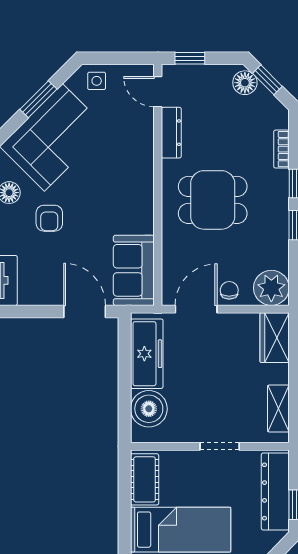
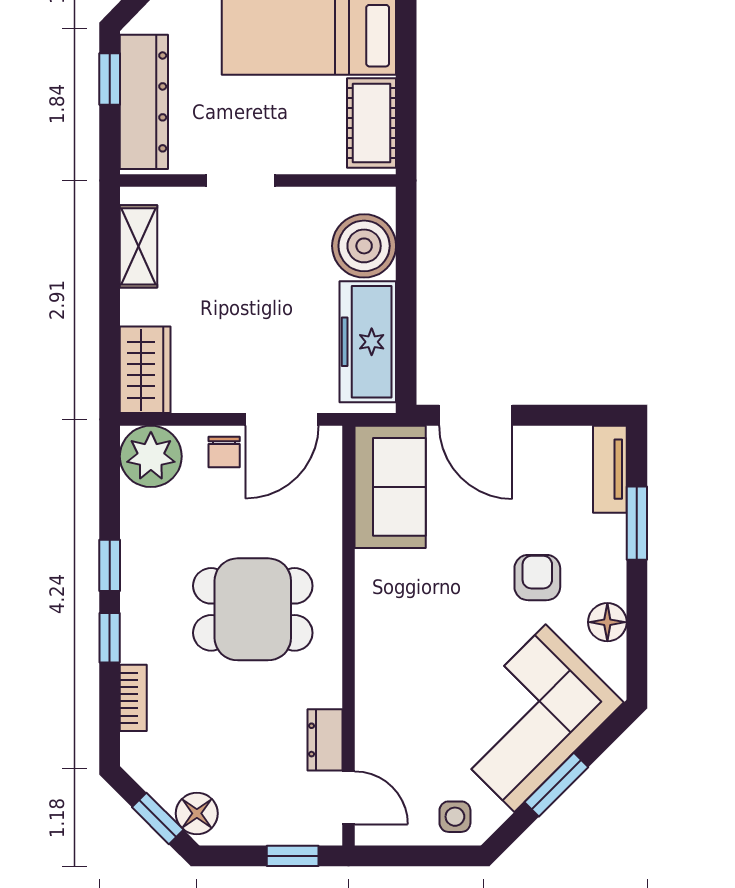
dresser: (171, 133) -> (325, 740), width x0.70

